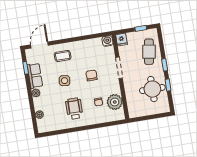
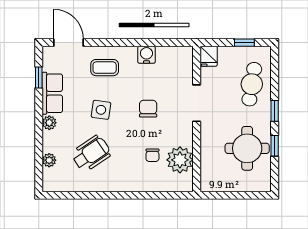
water cooler: (107, 41) -> (146, 55), moved
door: (39, 45) -> (69, 43), hinge flipped
wheelchair: (74, 109) -> (91, 154), moved, turned 56

